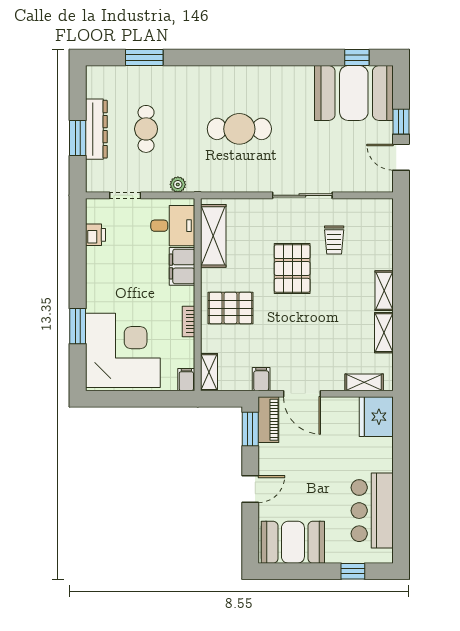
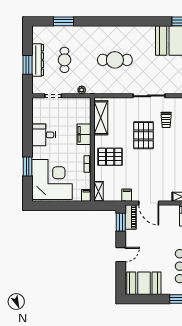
desk: (173, 226) -> (44, 135), moved, turned 180
printer: (95, 235) -> (37, 117), removed

